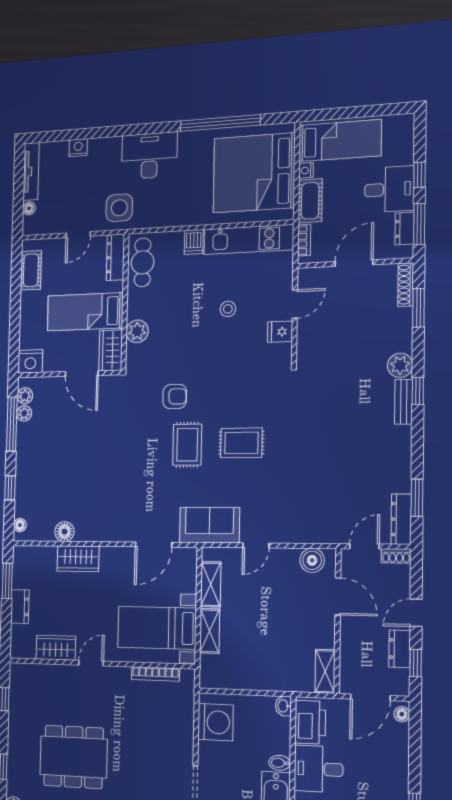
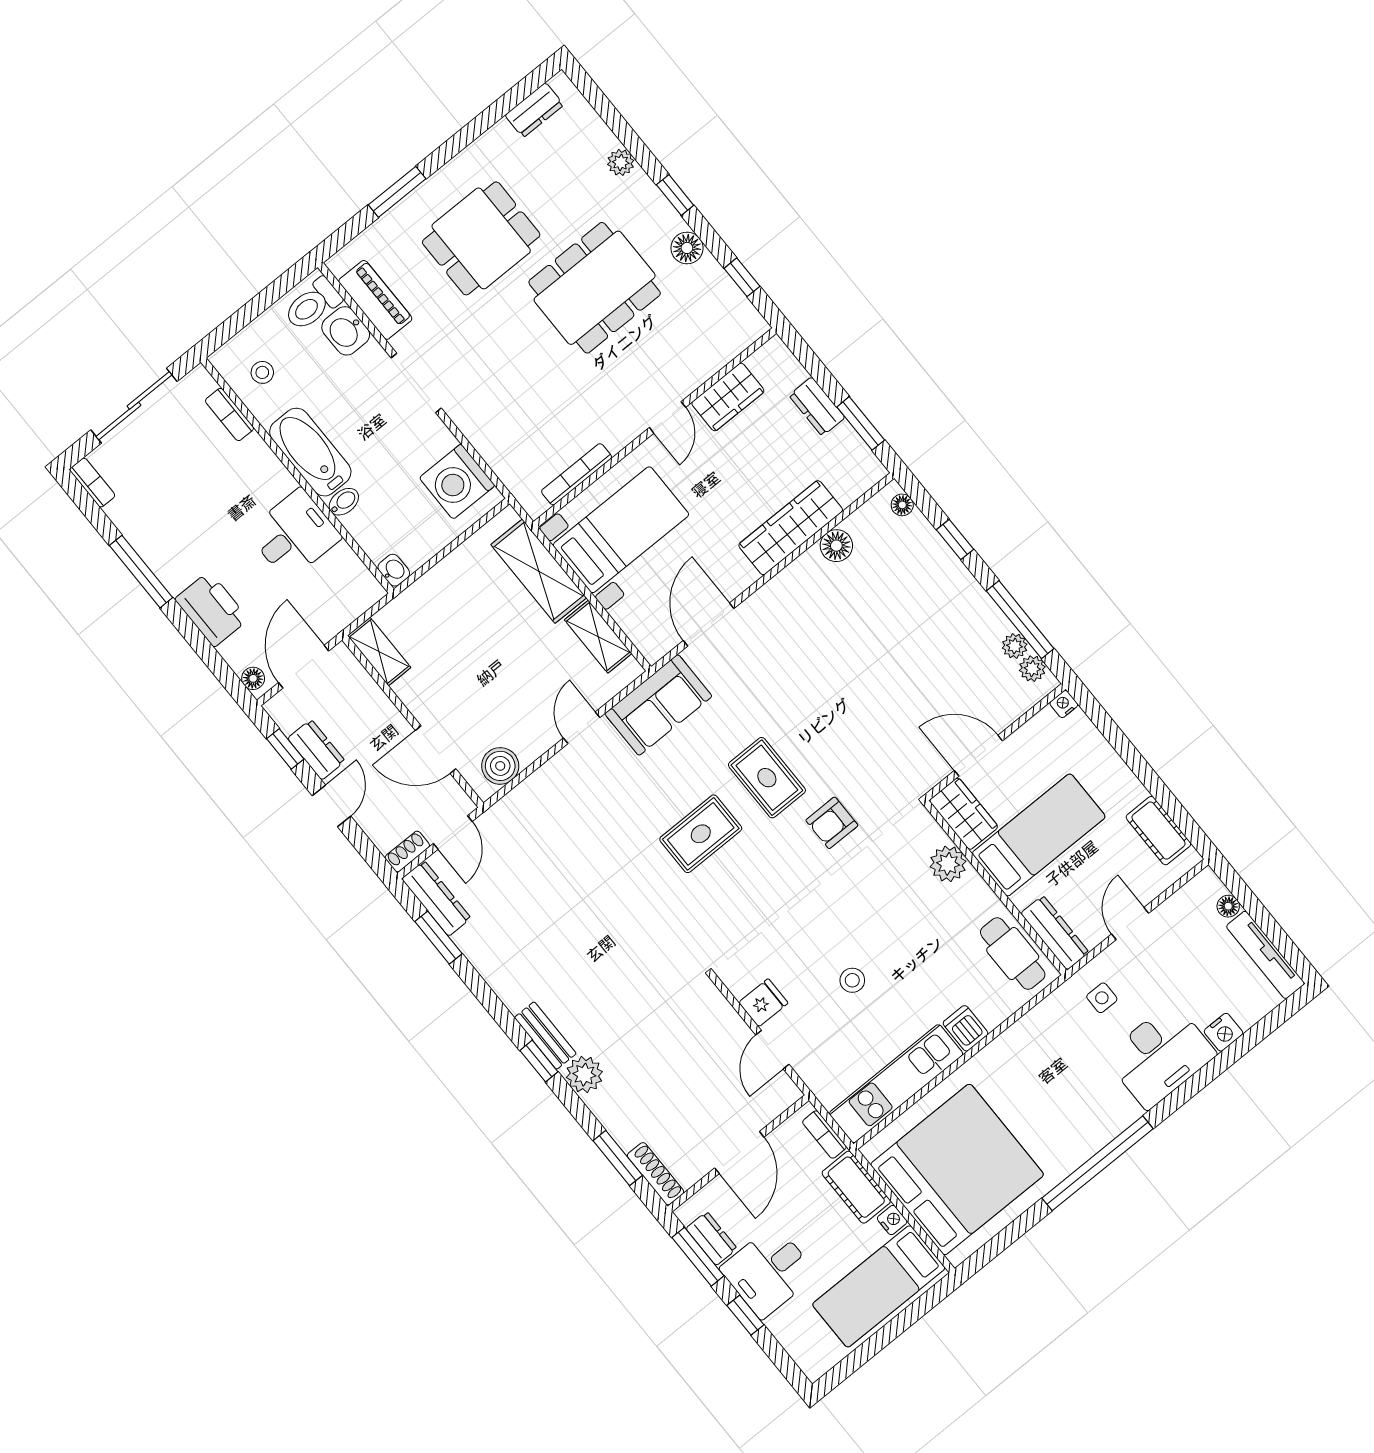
window: (220, 123) -> (1097, 1163), moved
desk: (149, 156) -> (1160, 1055), moved
side table: (119, 208) -> (1102, 998), width x0.54, depth x0.54
nightstand: (30, 361) -> (1064, 704), width x0.53, depth x0.56
wardrobe: (78, 559) -> (791, 528), width x1.50
shelving: (210, 631) -> (539, 571), width x1.50, depth x1.33
printer: (310, 722) -> (212, 609), moved, turned 180
floor lamp: (17, 736) -> (687, 248), added

